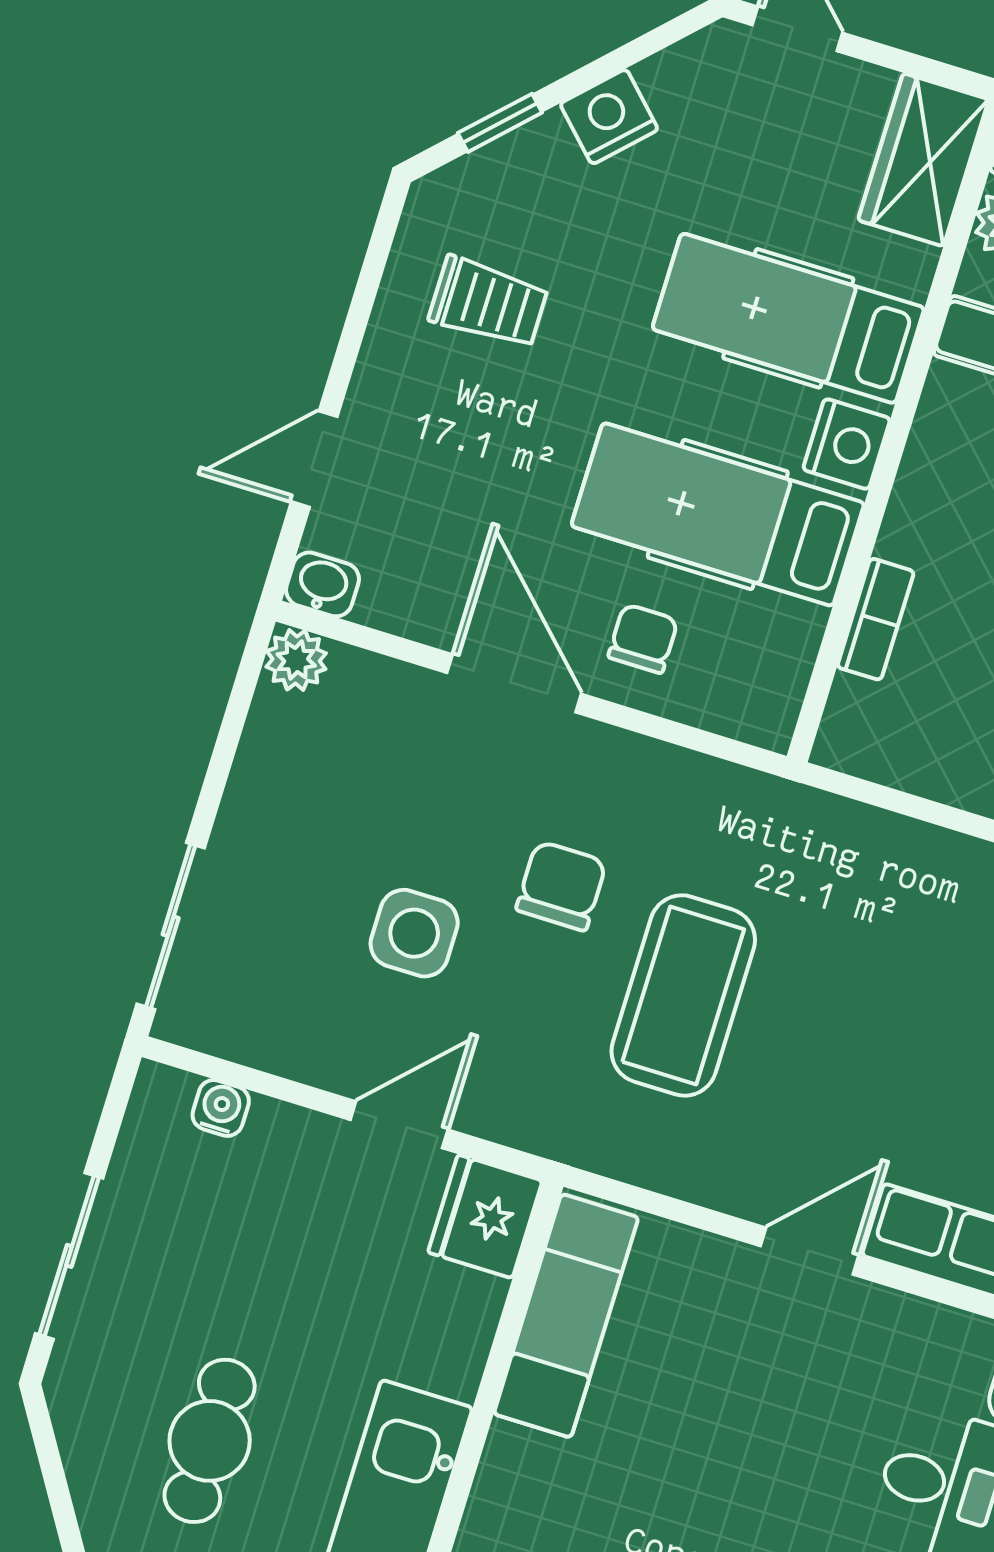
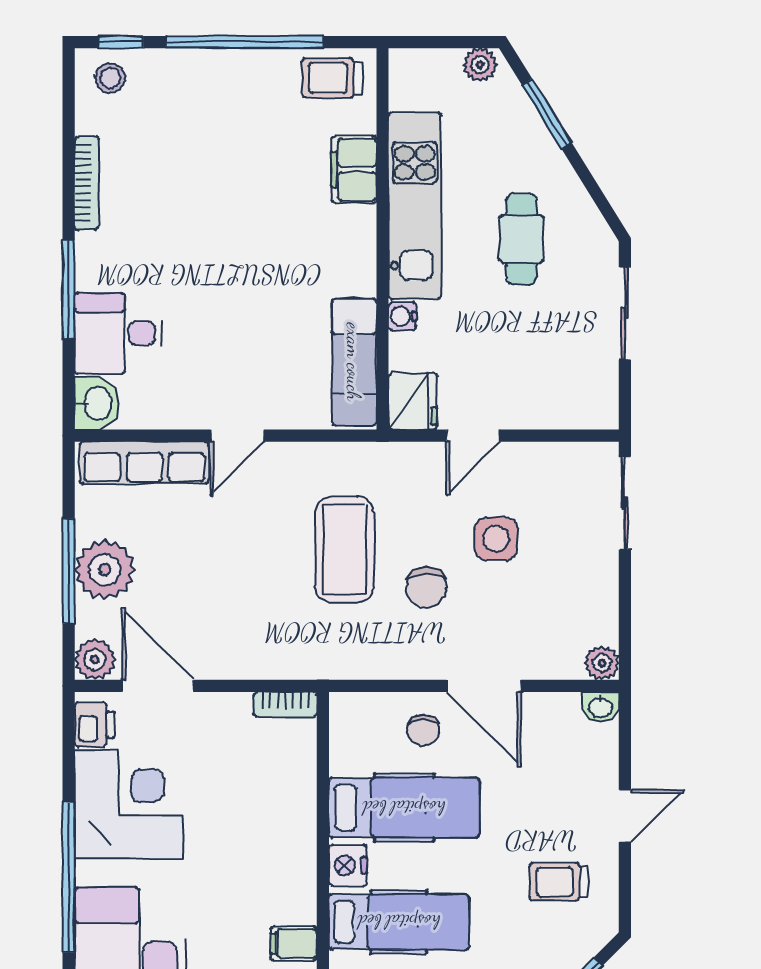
door: (314, 459) -> (625, 816), moved
bookcase: (876, 619) -> (285, 705), moved, turned -90
water cooler: (221, 1108) -> (402, 316), moved, turned 90

